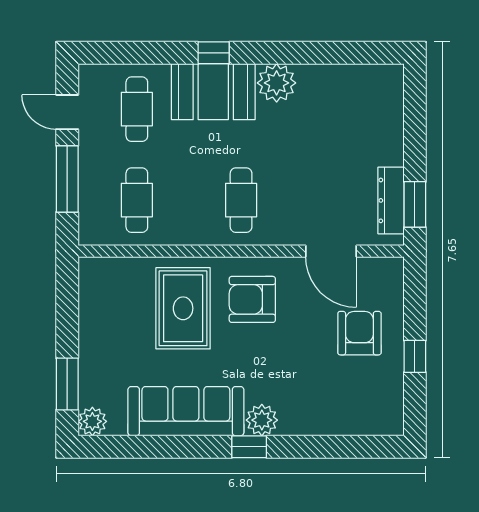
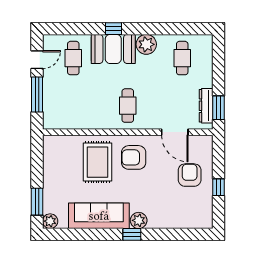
door: (67, 112) -> (37, 60), swing flipped
cafe table: (137, 200) -> (182, 58), moved

